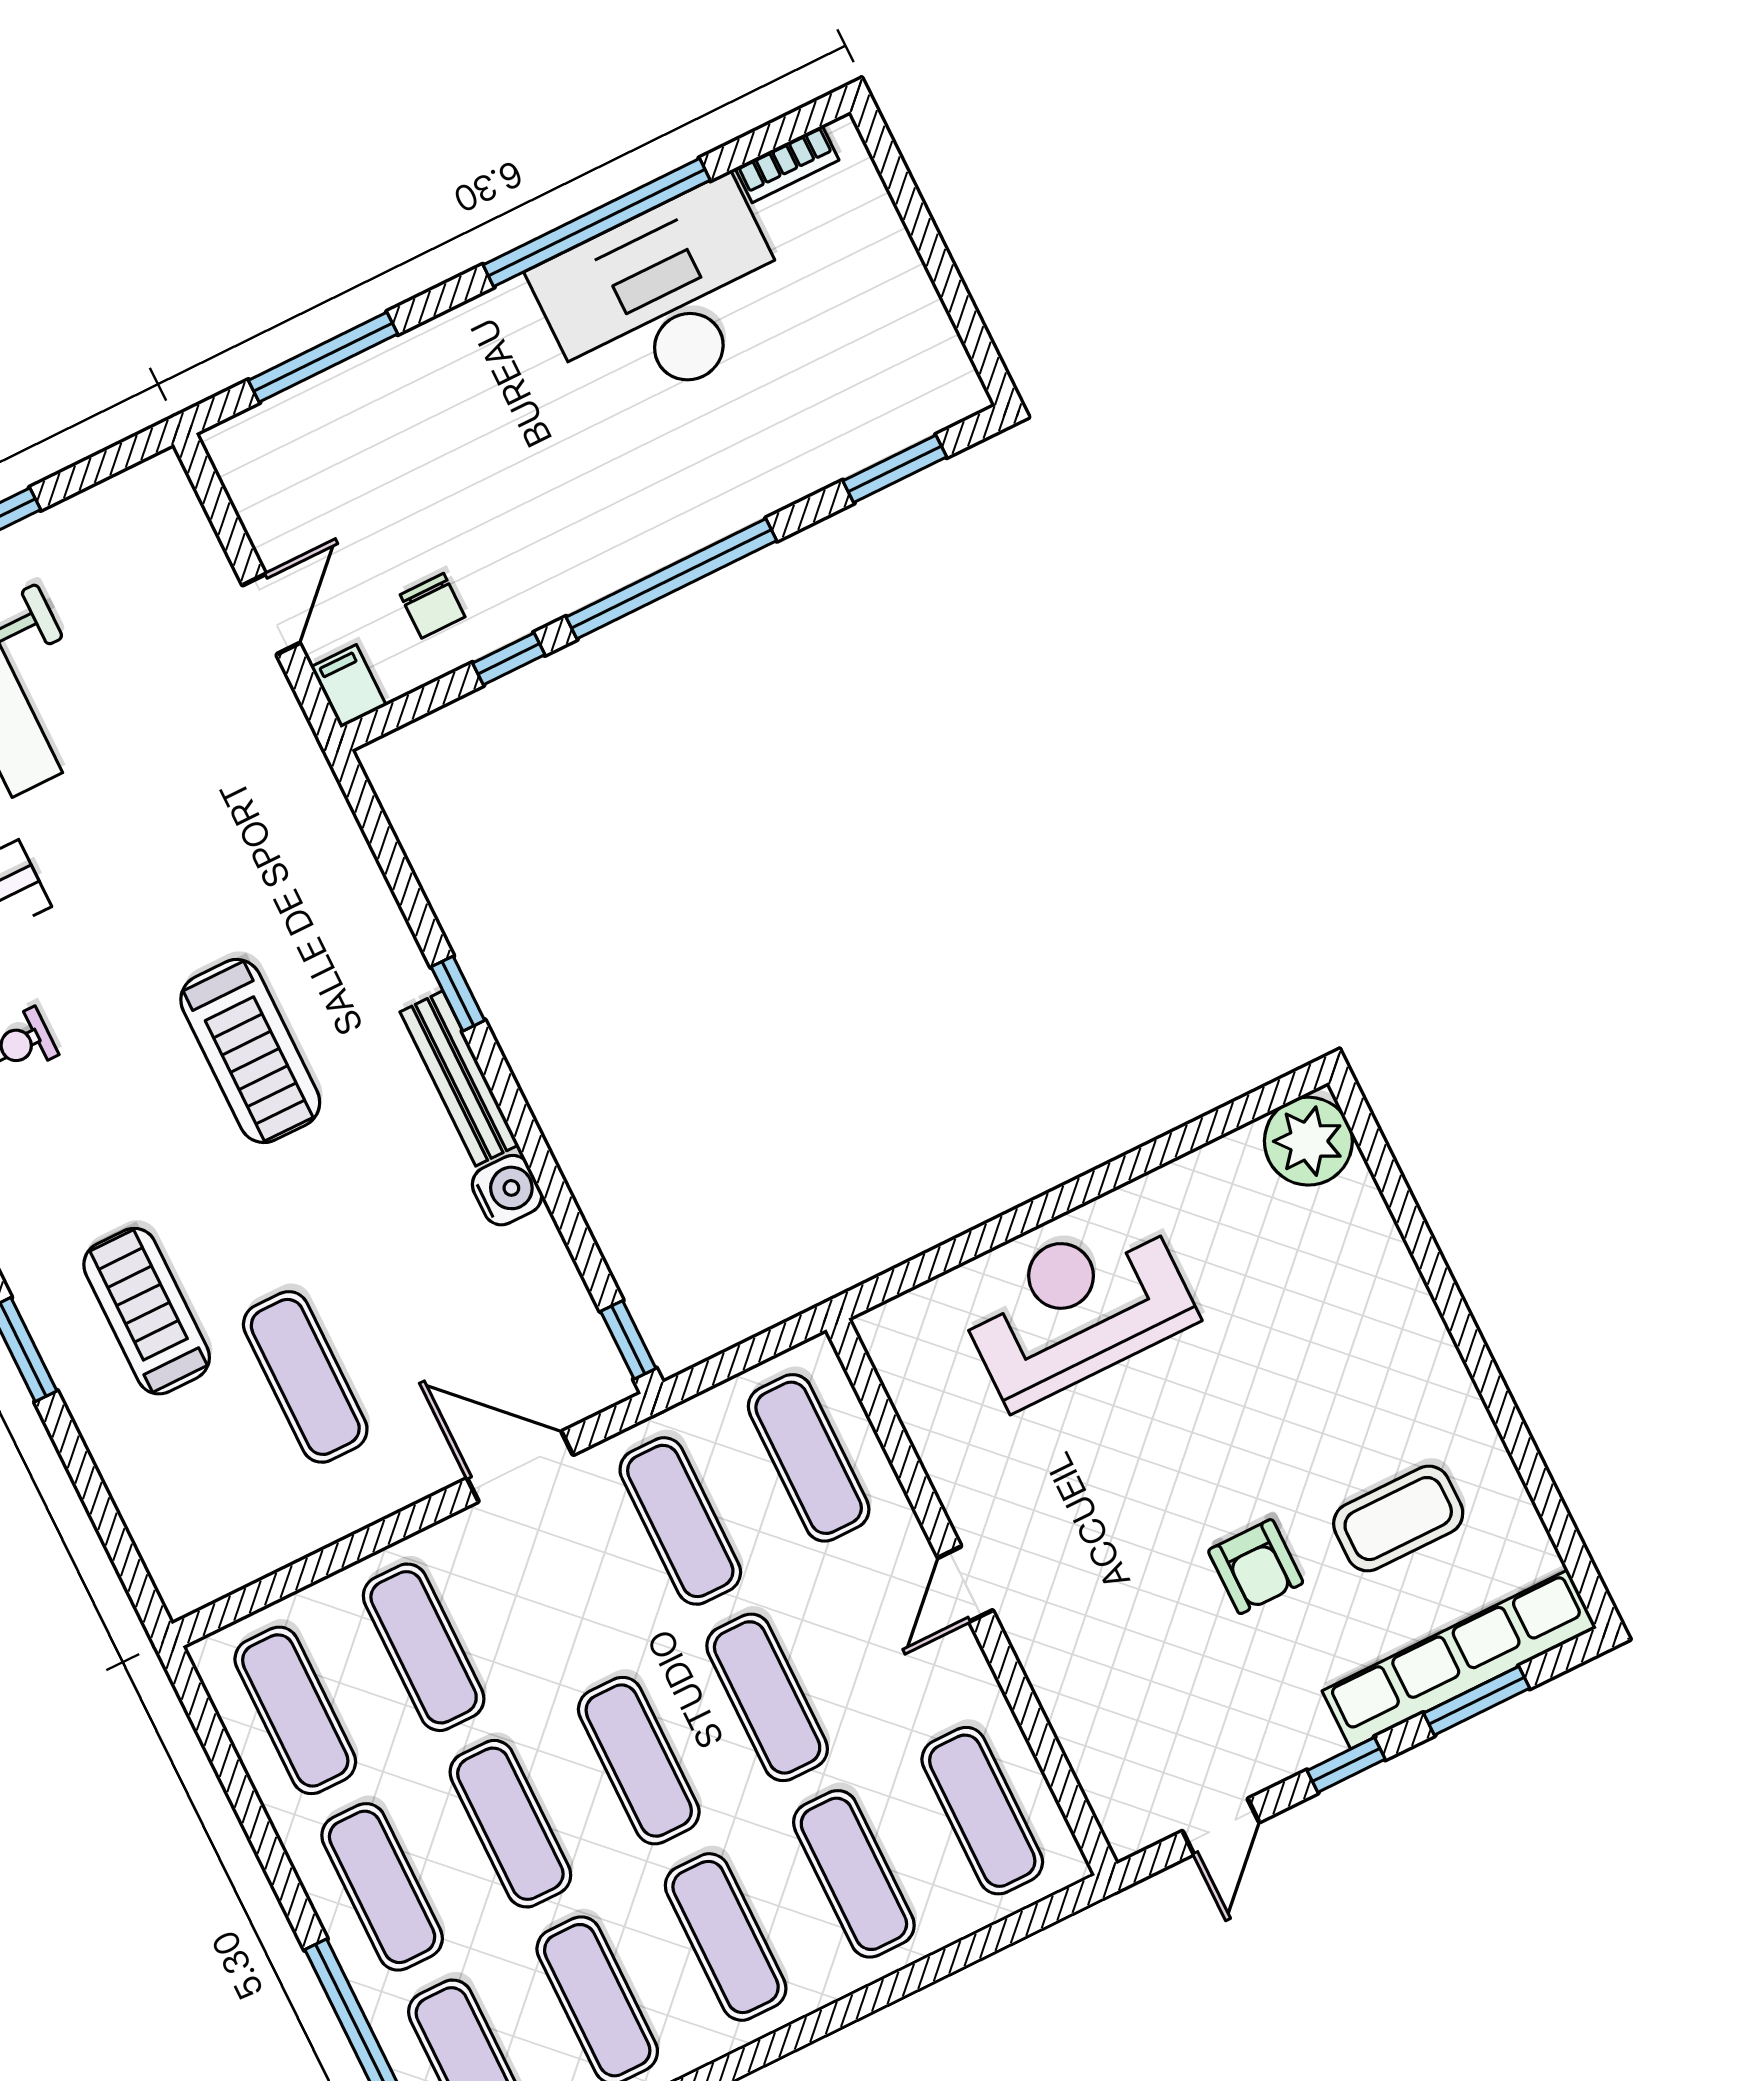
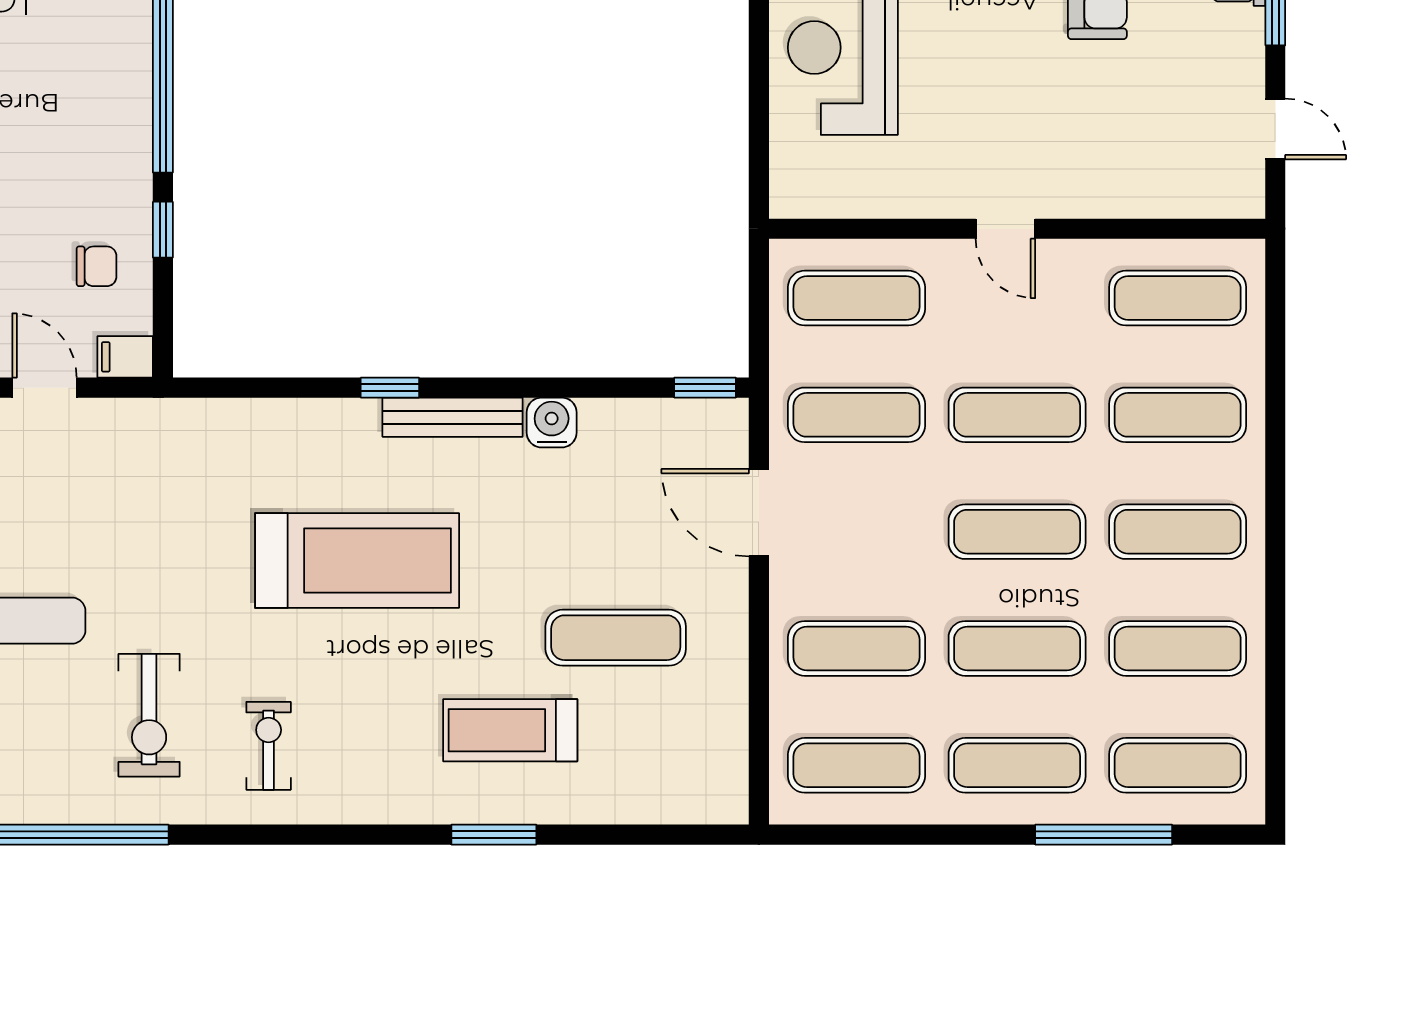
treadmill: (250, 1051) -> (357, 560), width x1.37, depth x1.38
door: (520, 1467) -> (759, 513), hinge flipped

